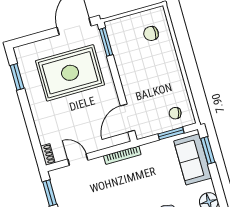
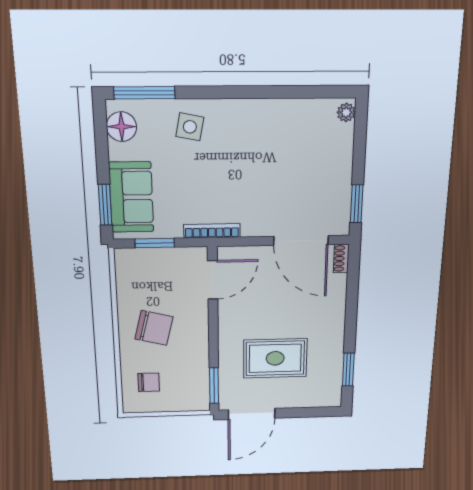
rug: (70, 73) -> (275, 358), width x0.73, depth x0.69
chair: (175, 113) -> (154, 328), moved, width x1.87, depth x1.87
bookcase: (122, 155) -> (212, 231), moved
door: (78, 160) -> (301, 240), width x1.87

